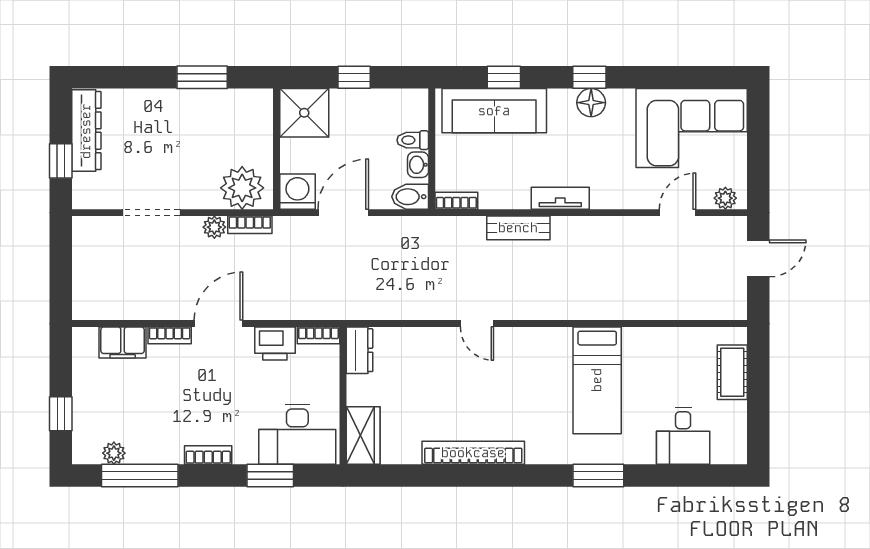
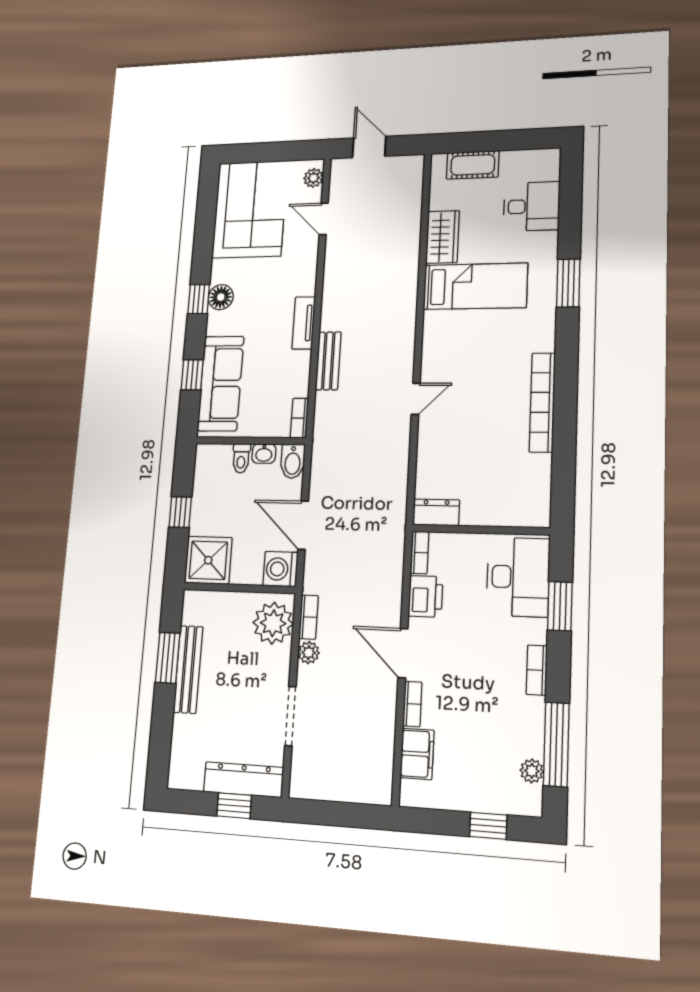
bench: (192, 101) -> (188, 669), added
dresser: (86, 131) -> (243, 780), moved
wardrobe: (363, 435) -> (443, 237), moved, turned 90

